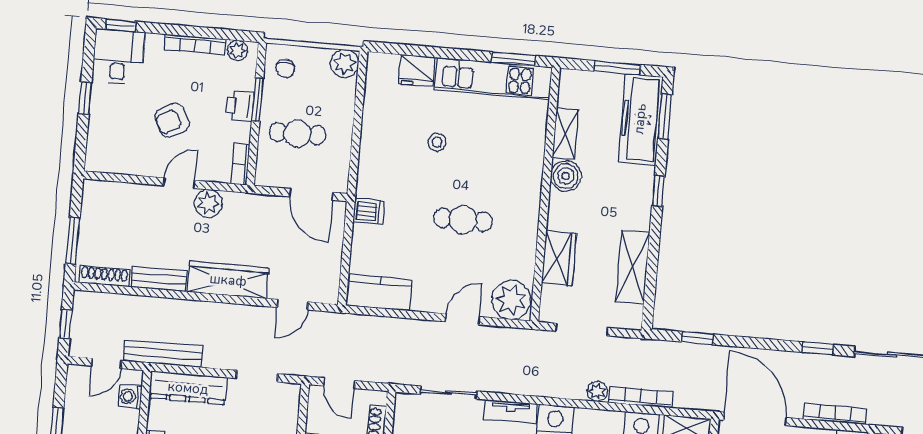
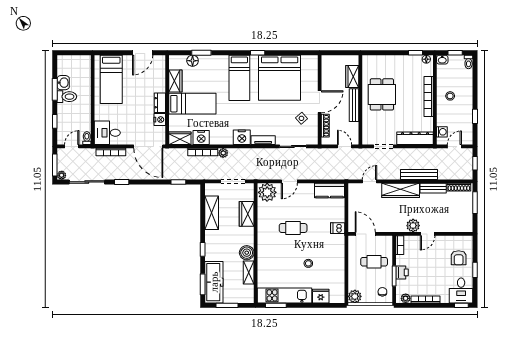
armchair: (172, 120) -> (459, 258), moved, turned 118
bench: (163, 353) -> (419, 175), moved

